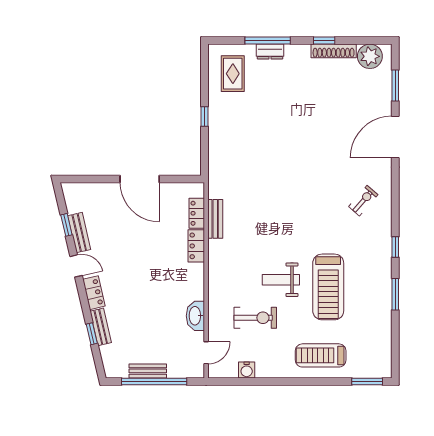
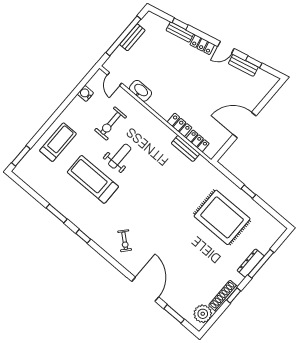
dresser: (270, 52) -> (251, 263), width x1.44
rug: (233, 74) -> (222, 217), moved, width x1.86, depth x2.06

